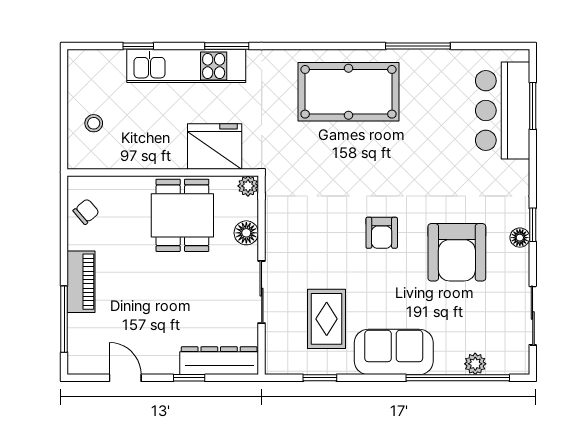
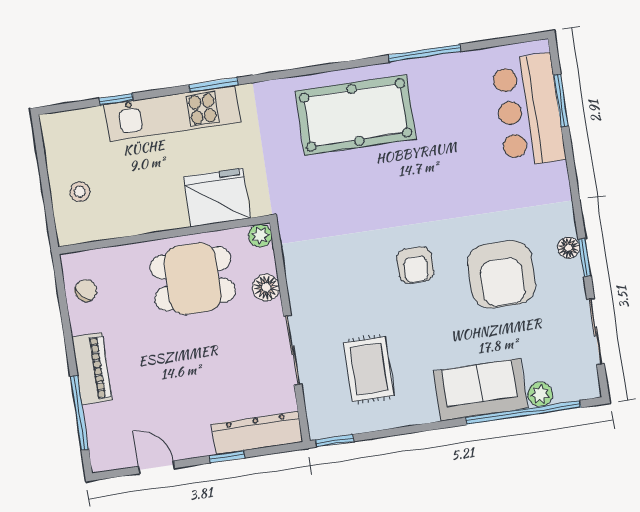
dining table: (182, 215) -> (193, 279), turned 90
window: (533, 225) -> (585, 258), moved
sofa: (394, 352) -> (480, 390), moved
window: (320, 378) -> (335, 441), moved

